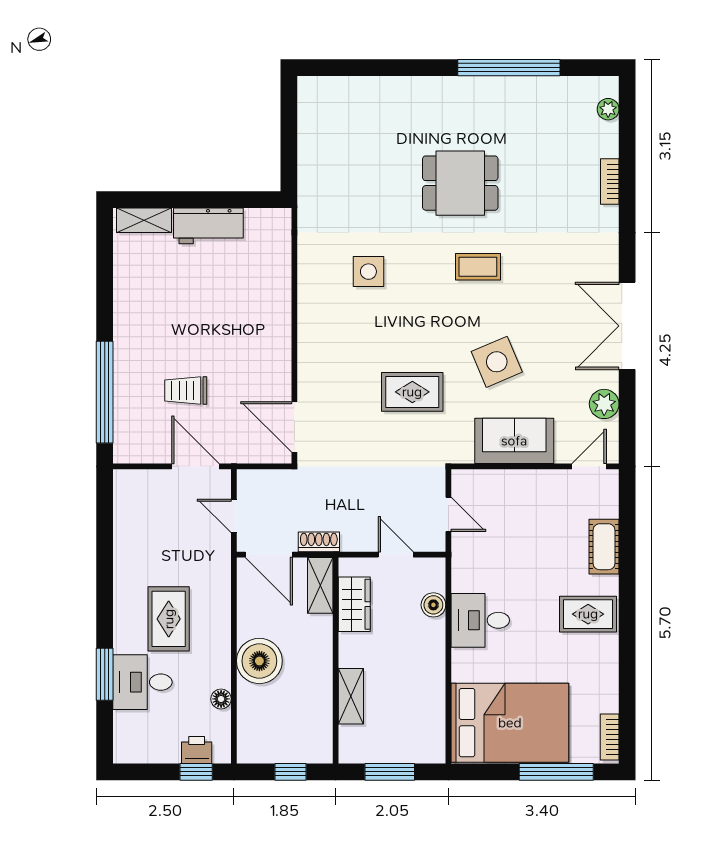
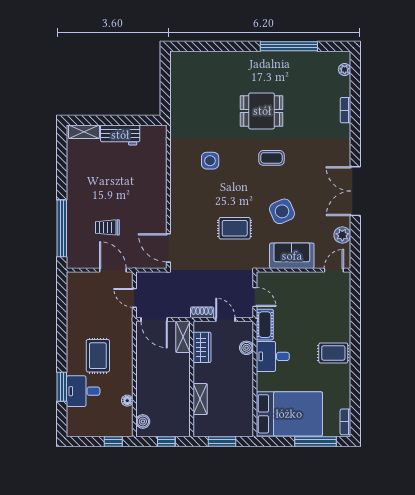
shoe rack: (319, 542) -> (202, 312), moved
cot: (604, 547) -> (265, 325), moved
boiler: (259, 661) -> (143, 421), moved, width x0.54, depth x0.54
printer: (197, 750) -> (114, 429), removed

